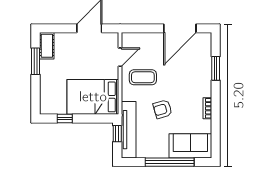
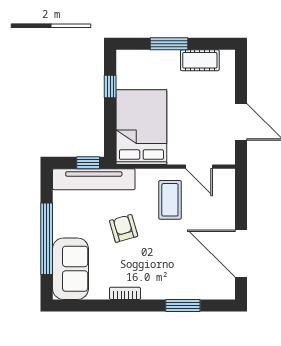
cot: (47, 46) -> (200, 60), moved
window: (35, 61) -> (169, 44), moved

